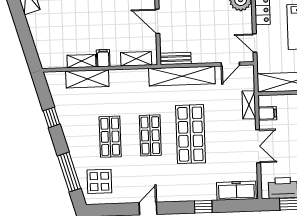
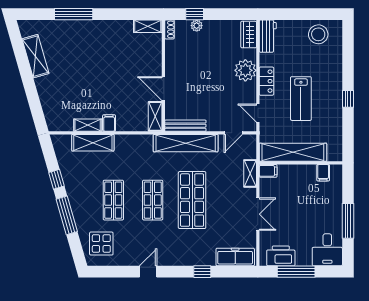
shelving: (136, 59) -> (155, 116), moved, turned 90
bench: (176, 59) -> (185, 126), width x1.36
filing cabinet: (267, 113) -> (268, 171), moved
window: (69, 172) -> (67, 215), moved

